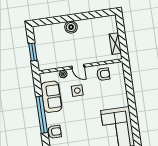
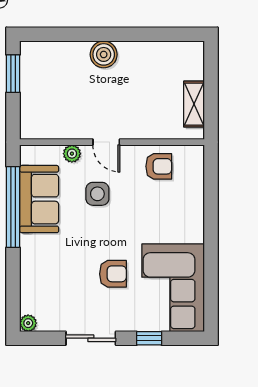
window: (33, 52) -> (13, 74), moved
window: (42, 115) -> (13, 207), moved
armchair: (55, 132) -> (113, 274), moved

